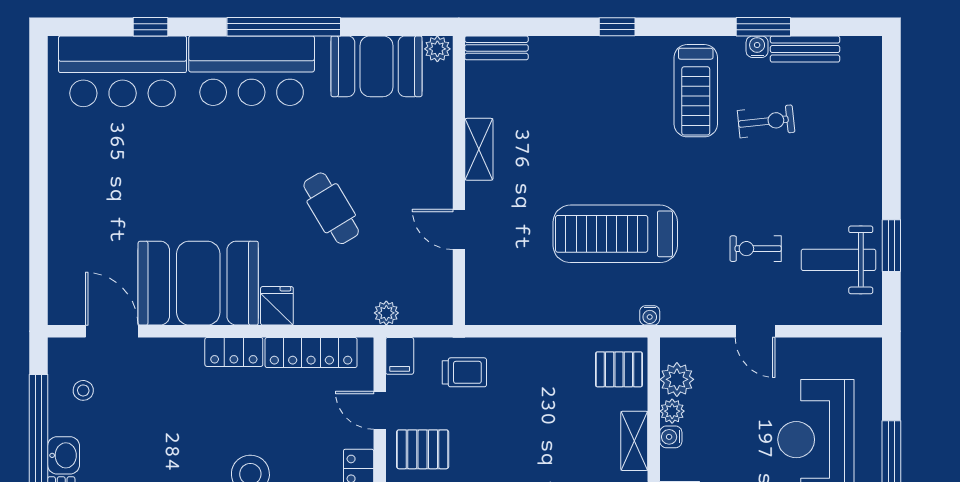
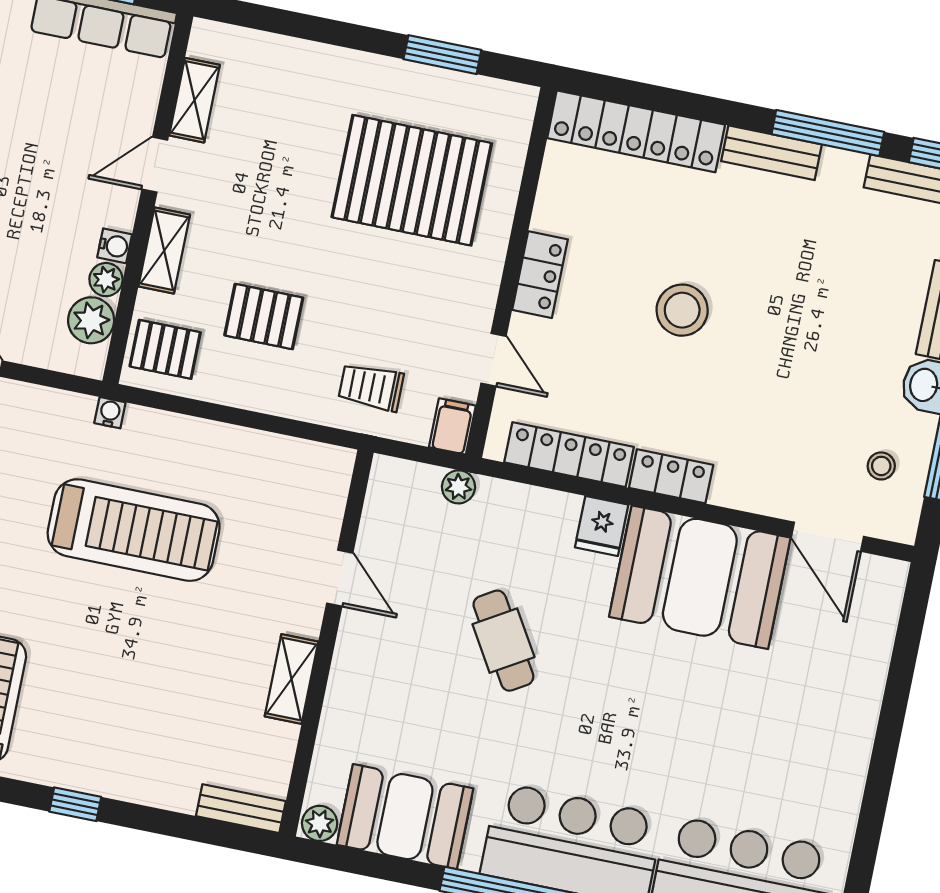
pallet: (423, 449) -> (264, 317), moved

